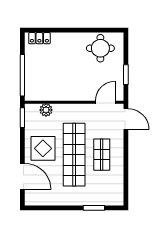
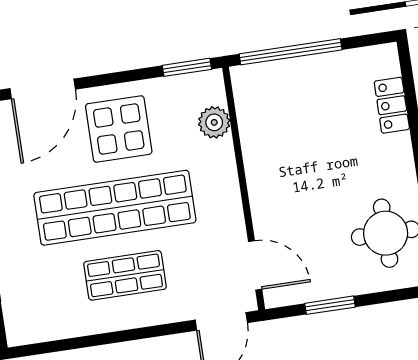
locker: (39, 38) -> (392, 105), moved

